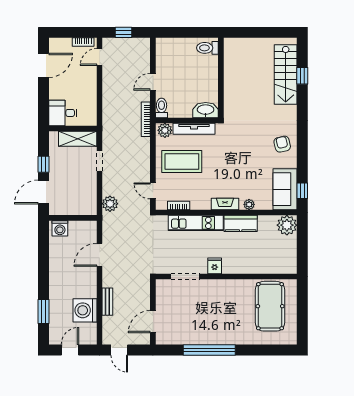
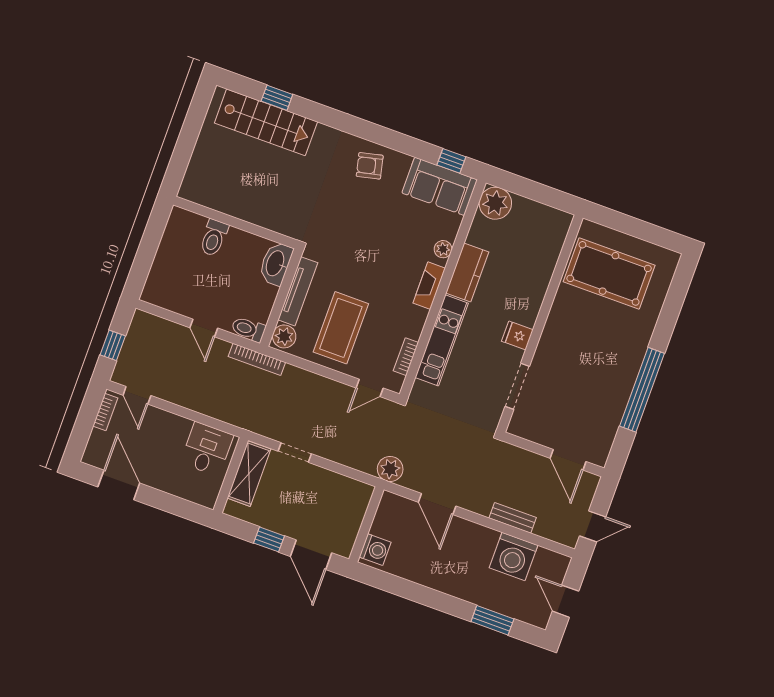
toilet: (207, 48) -> (214, 238), moved
desk: (63, 113) -> (207, 449), moved, turned 180
plant: (110, 204) -> (390, 469), moved

